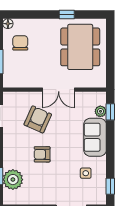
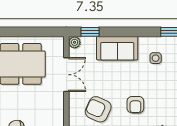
double door: (59, 90) -> (66, 75), moved
plant: (100, 111) -> (75, 42), moved

